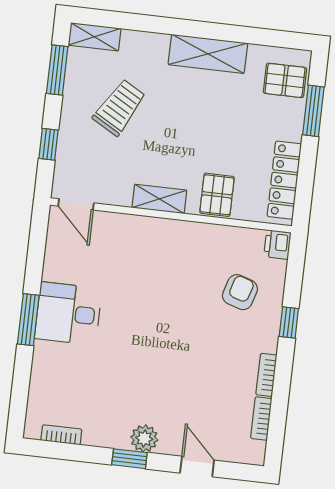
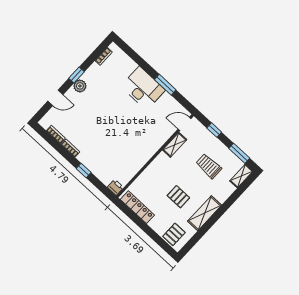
trolley: (119, 107) -> (209, 166), turned 150
window: (313, 111) -> (155, 237), removed
pallet: (217, 195) -> (178, 197), moved
shelving: (159, 199) -> (175, 145), moved
armchair: (240, 292) -> (108, 161), removed
desk: (68, 313) -> (143, 88), width x1.37
window: (28, 320) -> (165, 85), moved

